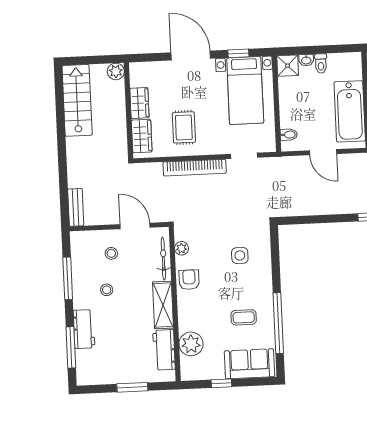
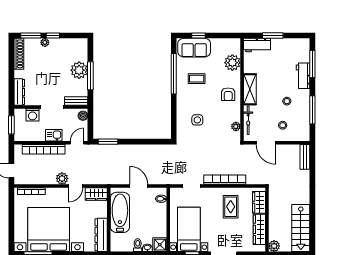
wardrobe: (139, 103) -> (259, 229), width x1.50
armchair: (189, 280) -> (228, 94), moved
workbench: (164, 350) -> (257, 45), moved, turned 90
window: (221, 383) -> (198, 36), moved

